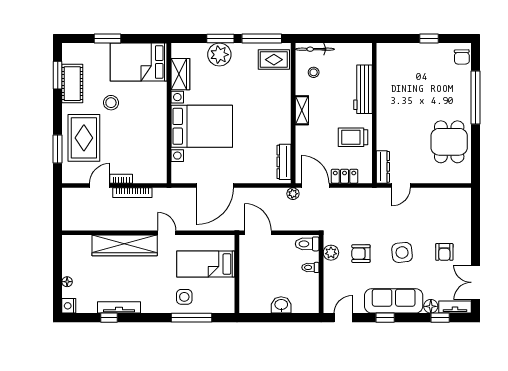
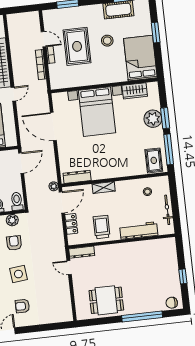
bicycle: (315, 49) -> (167, 210), moved
shelving: (302, 110) -> (104, 188), moved
rug: (84, 138) -> (77, 46), moved, turned 90

